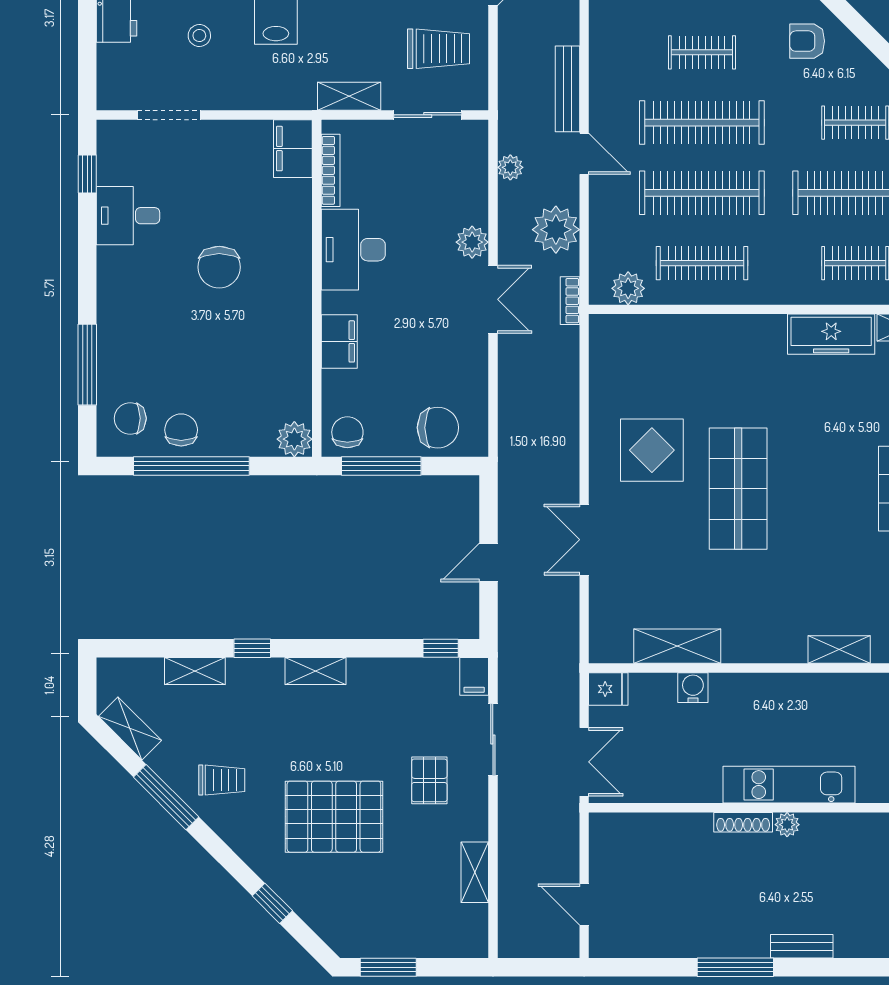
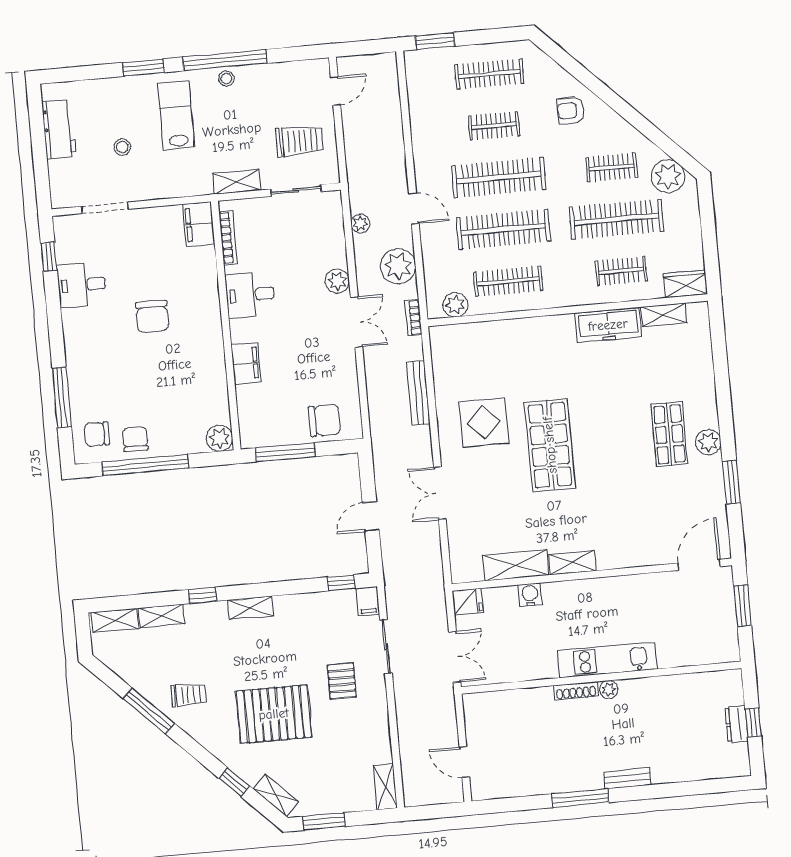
bench: (568, 89) -> (418, 393), moved
desk: (353, 250) -> (250, 295), width x0.73
chair: (347, 432) -> (258, 430), removed
shelving: (839, 649) -> (572, 563), moved
shelving: (130, 728) -> (115, 620), moved, turned -45
shelving: (475, 872) -> (385, 787), moved
shelving: (327, 926) -> (276, 795), added

